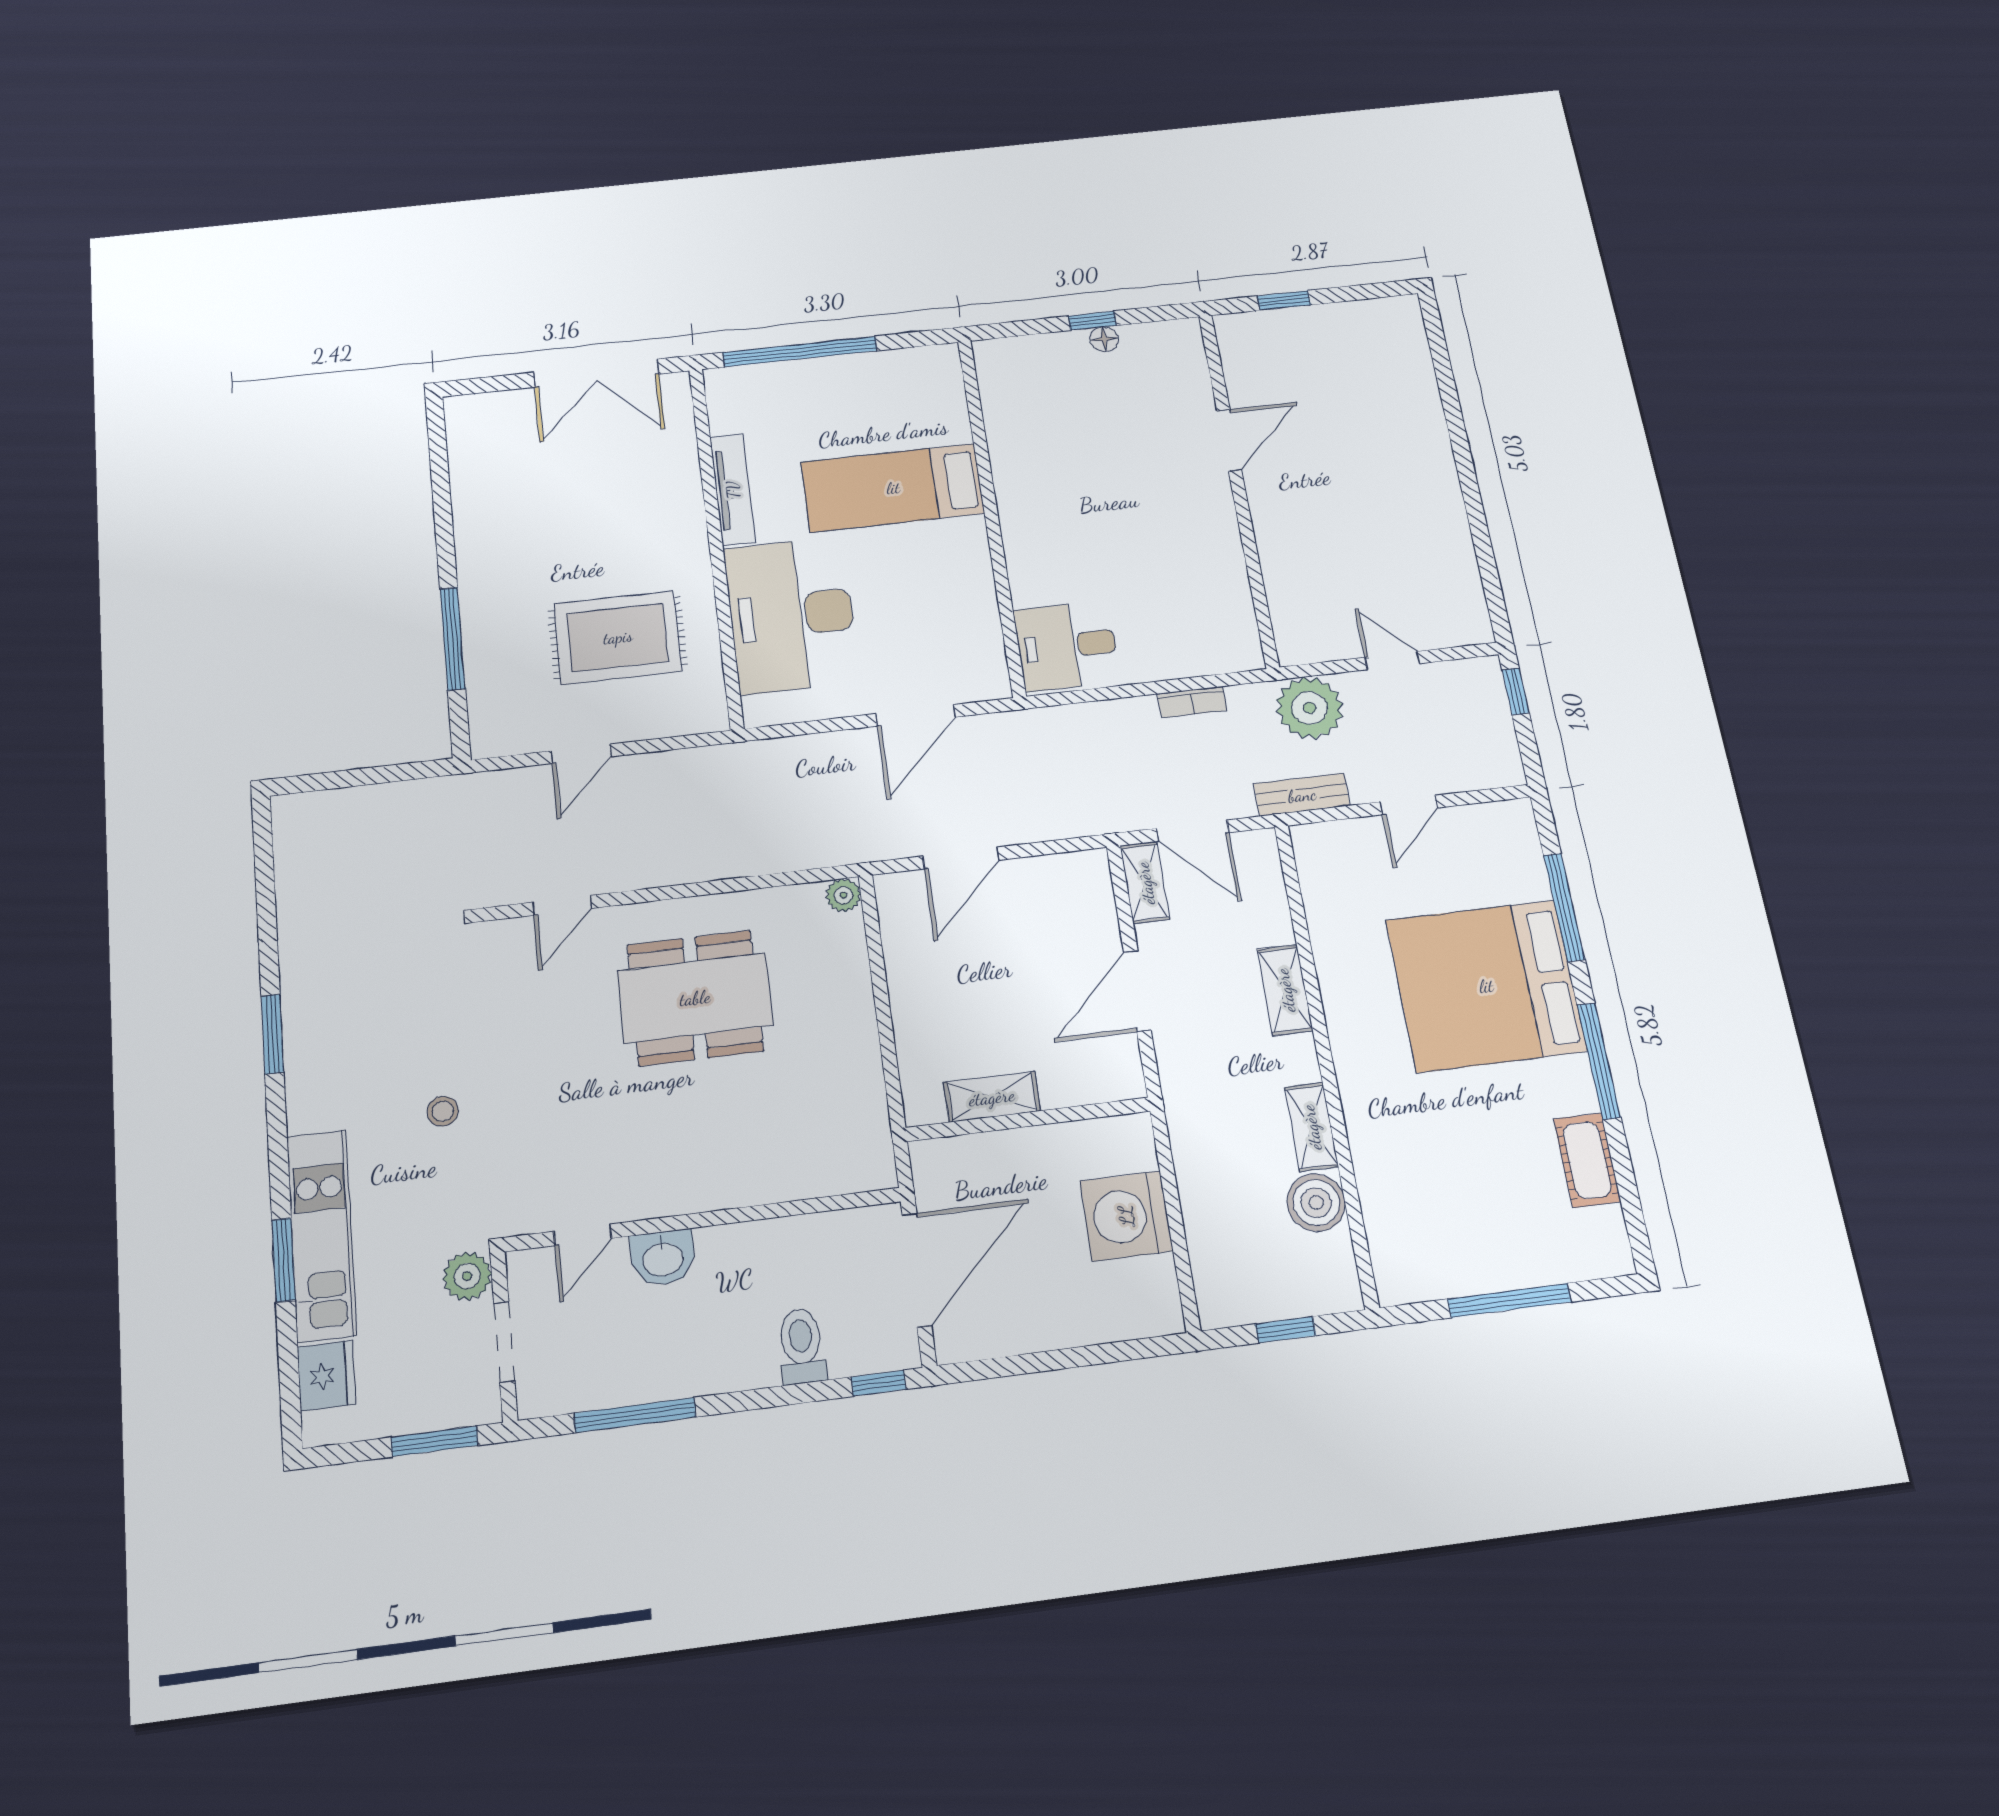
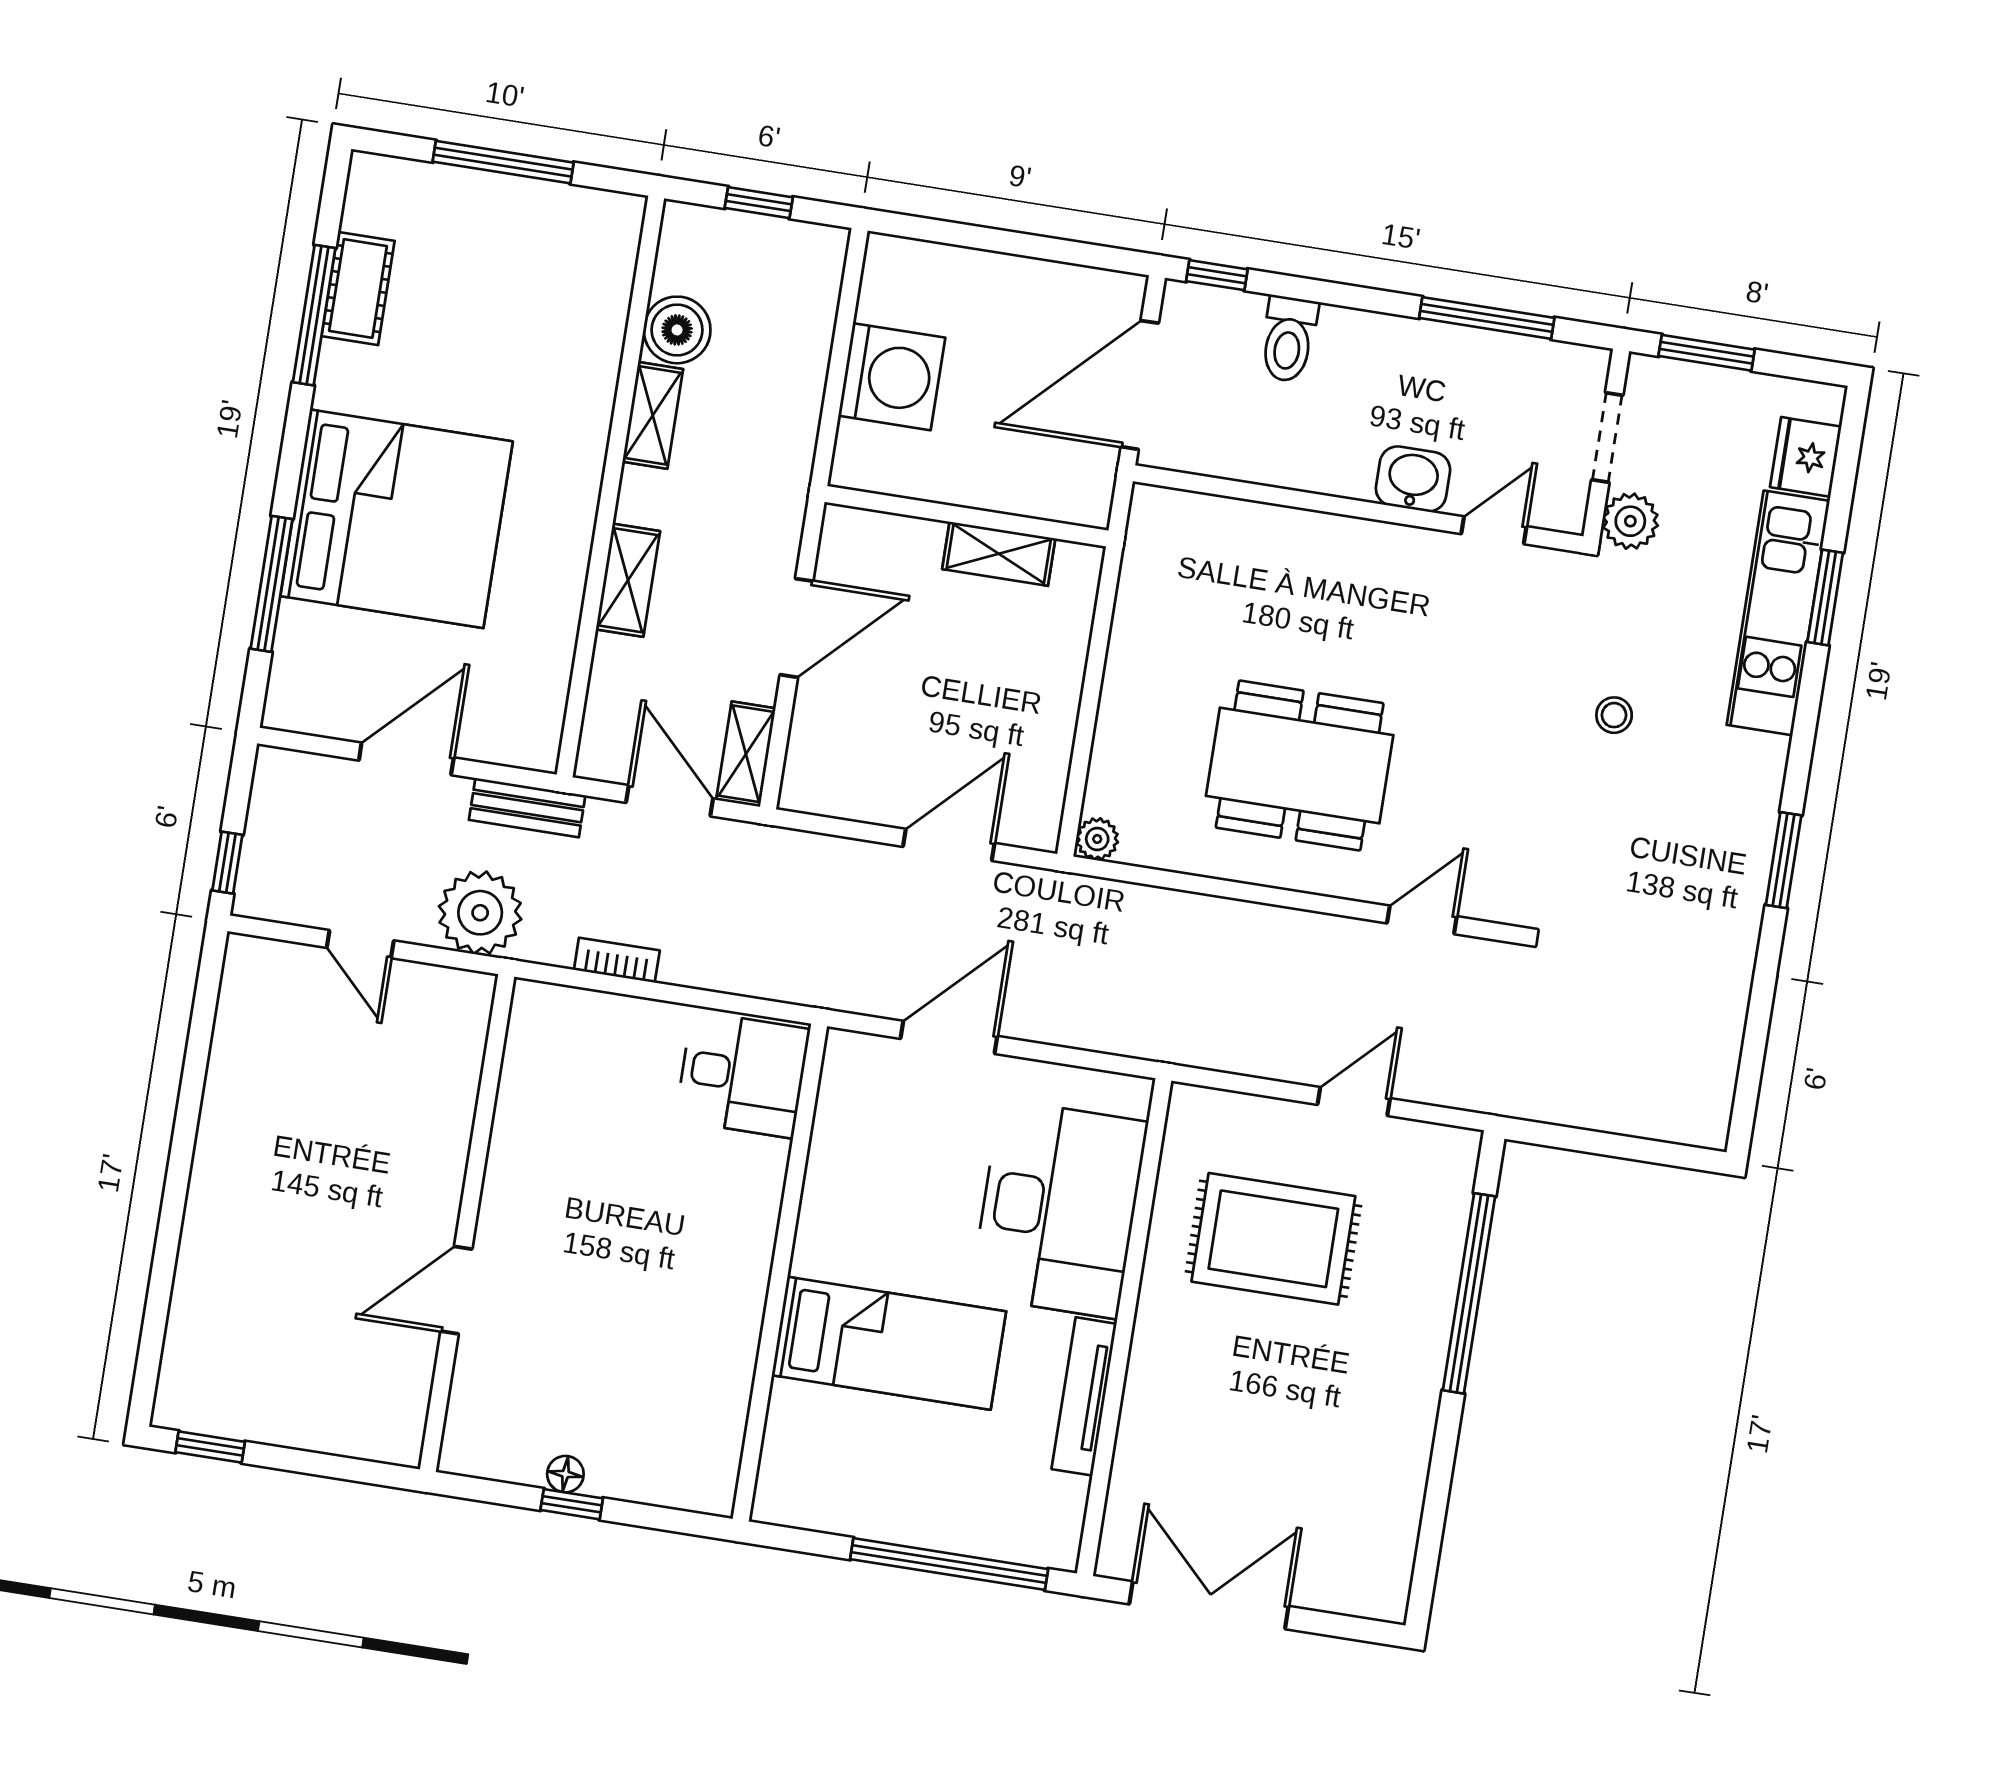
window: (1284, 300) -> (210, 1447), moved
window: (453, 639) -> (1469, 1293), width x1.46
door: (1409, 805) -> (406, 759), width x1.38
window: (1599, 1061) -> (314, 315), moved

